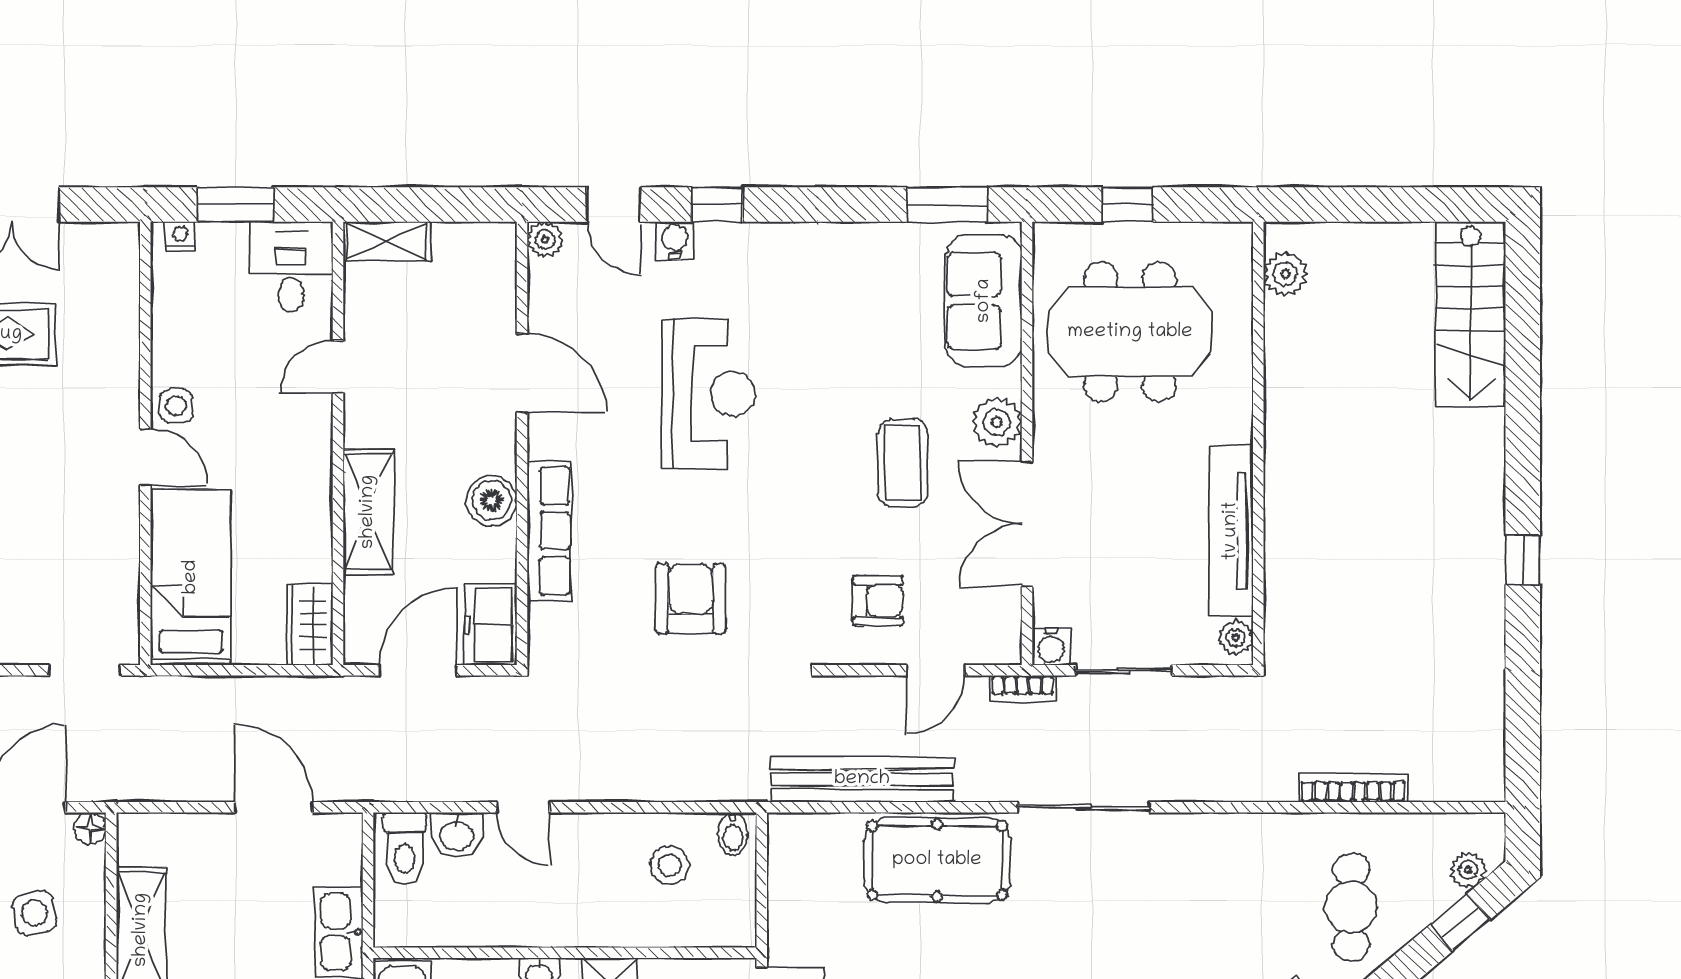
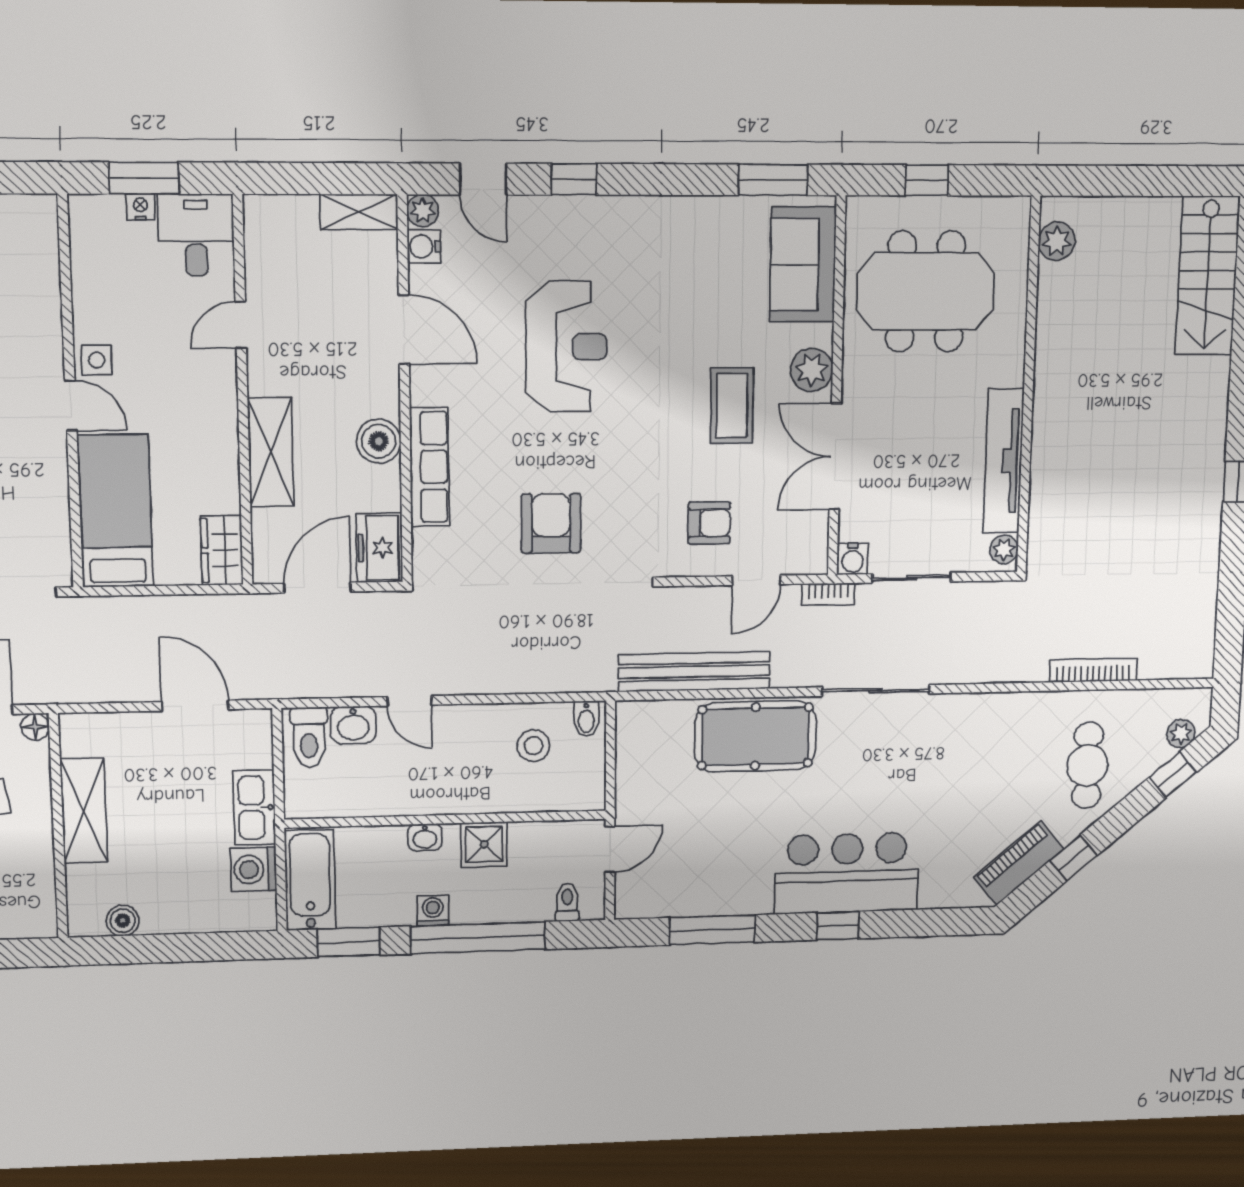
nightstand: (180, 236) -> (140, 207), moved
water cooler: (675, 240) -> (424, 247), moved, turned -90
shelving: (387, 241) -> (359, 212), moved

